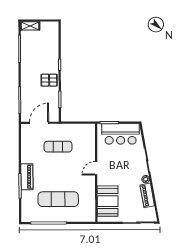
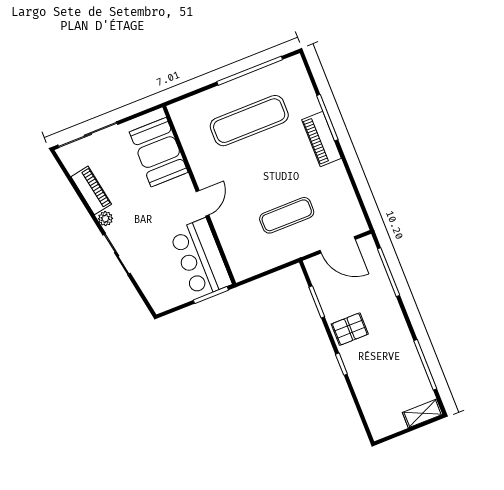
door: (39, 123) -> (338, 245), hinge flipped
bar counter: (121, 134) -> (201, 258), moved, turned -90

